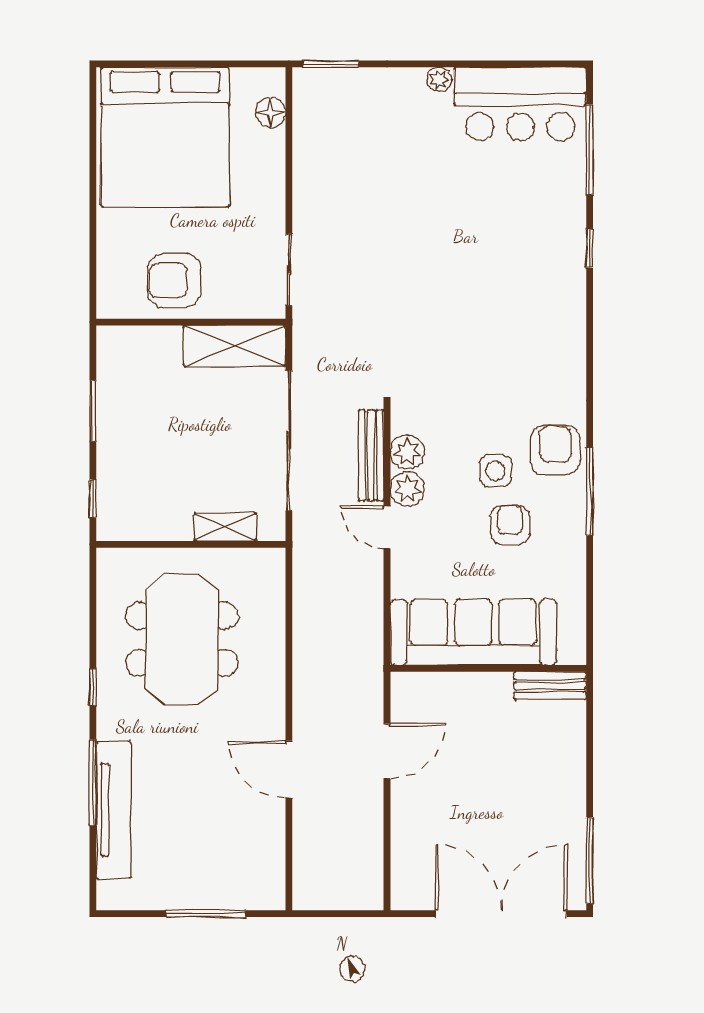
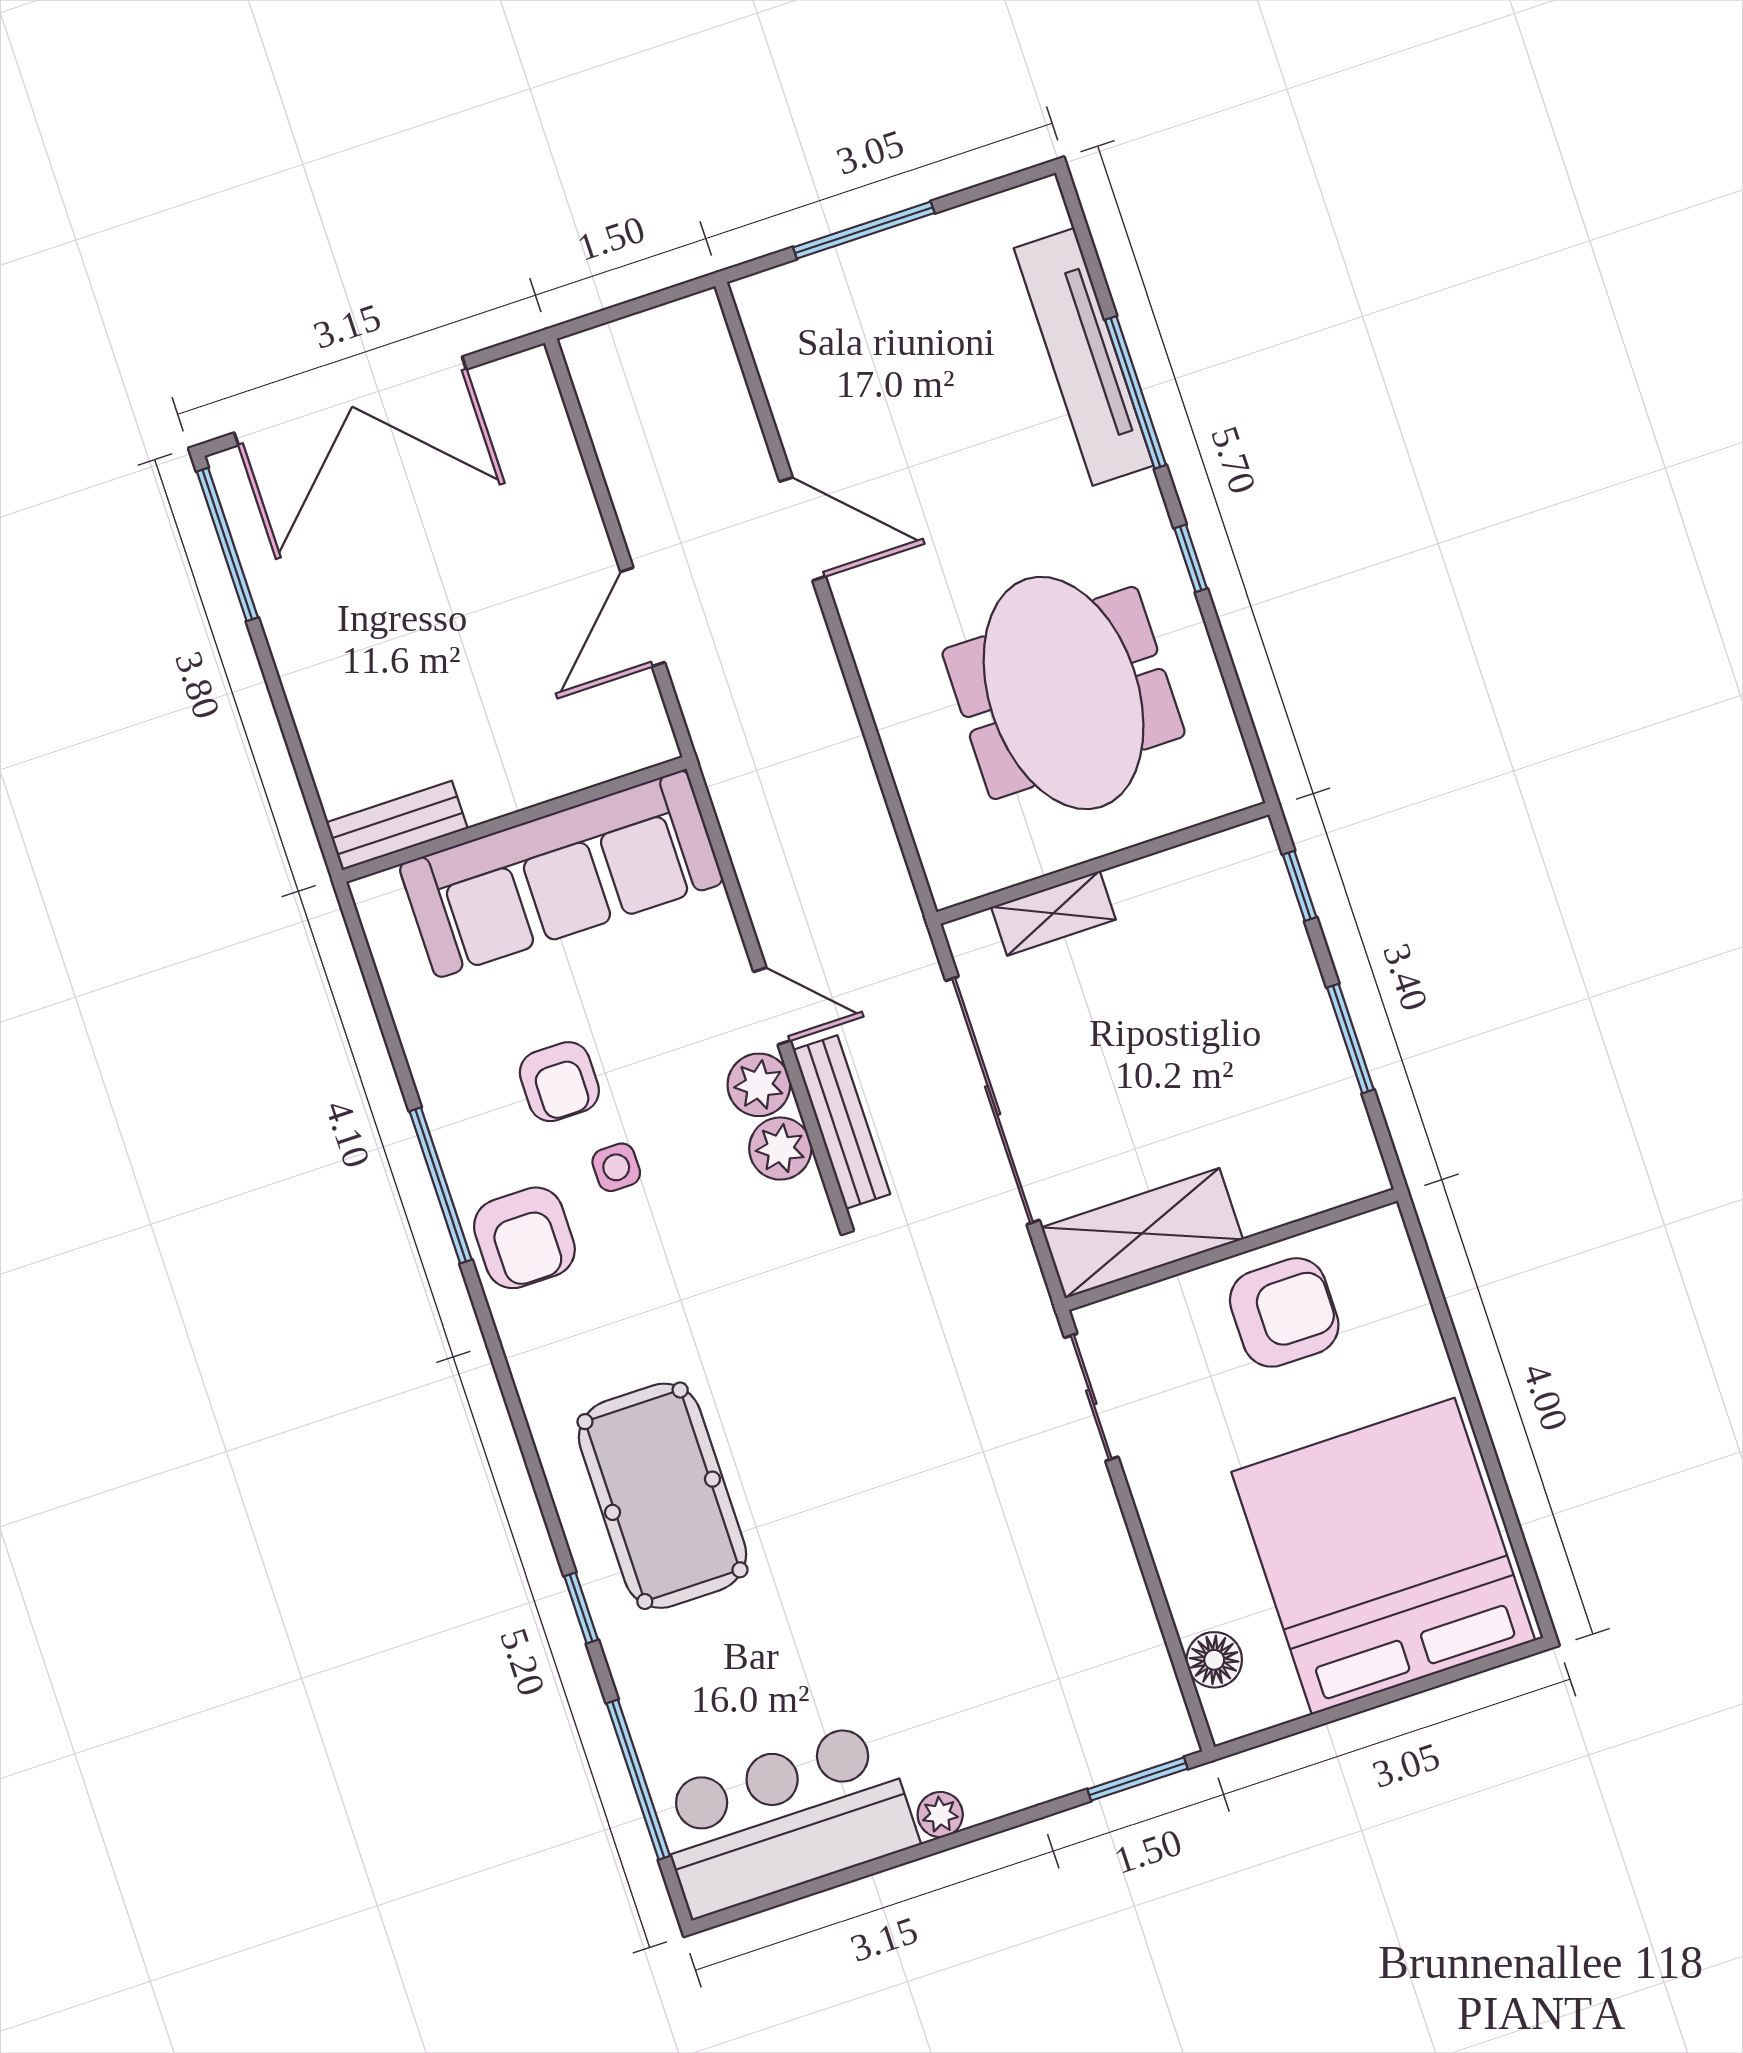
pool table: (528, 293) -> (662, 1496), added
side table: (495, 471) -> (616, 1167), width x0.73, depth x0.73

